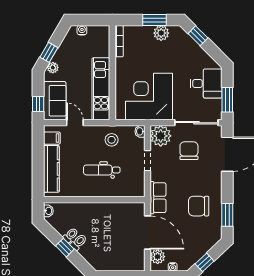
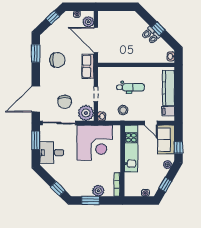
plant: (161, 33) -> (98, 191), moved
window: (49, 52) -> (165, 185), moved
window: (38, 104) -> (178, 148), moved

